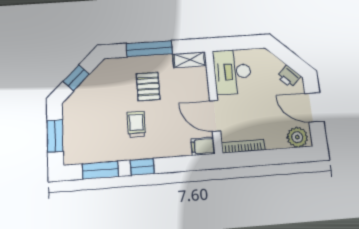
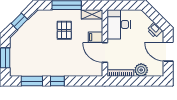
trolley: (136, 124) -> (55, 54), removed
plant: (297, 137) -> (141, 70), moved
filing cabinet: (203, 146) -> (95, 37), moved

